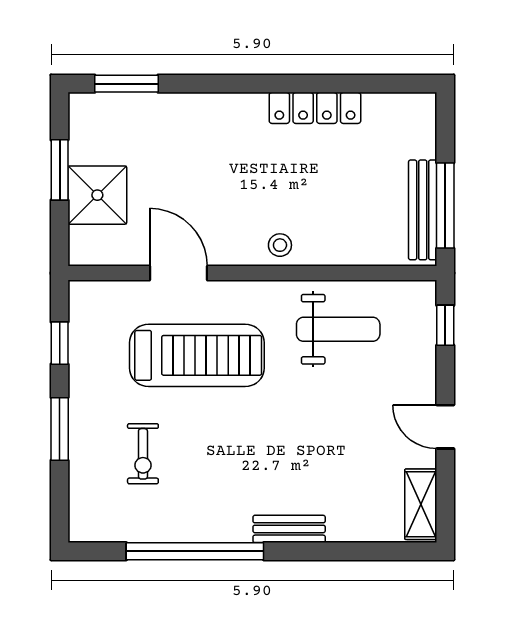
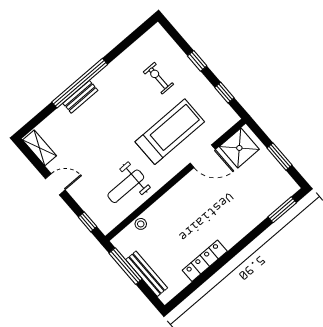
shower: (97, 195) -> (239, 148), moved
bench: (423, 210) -> (147, 274), moved
stool: (280, 245) -> (141, 224), moved
treadmill: (197, 355) -> (170, 132), turned 180
window: (60, 429) -> (197, 61), width x0.67
window: (195, 551) -> (80, 83), moved

